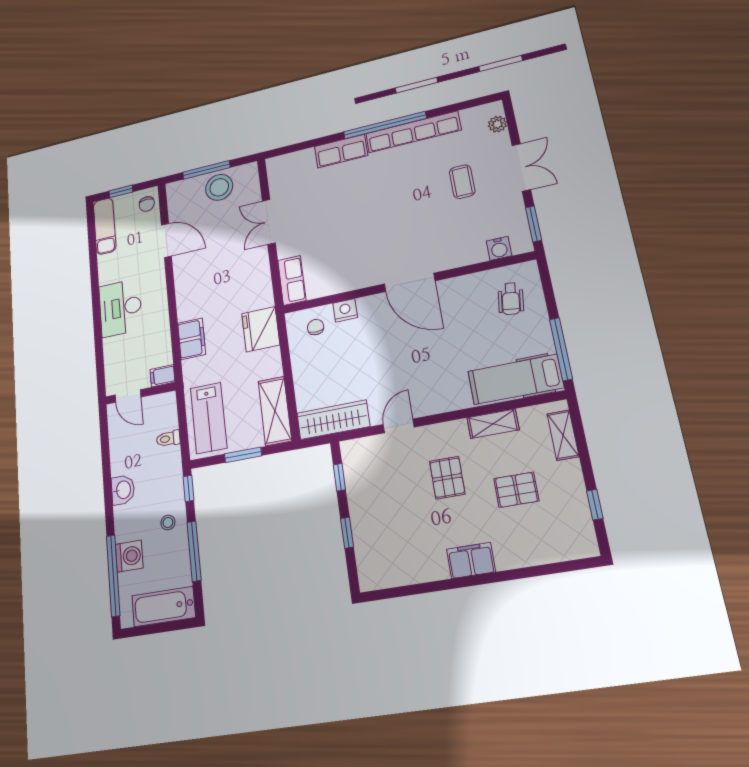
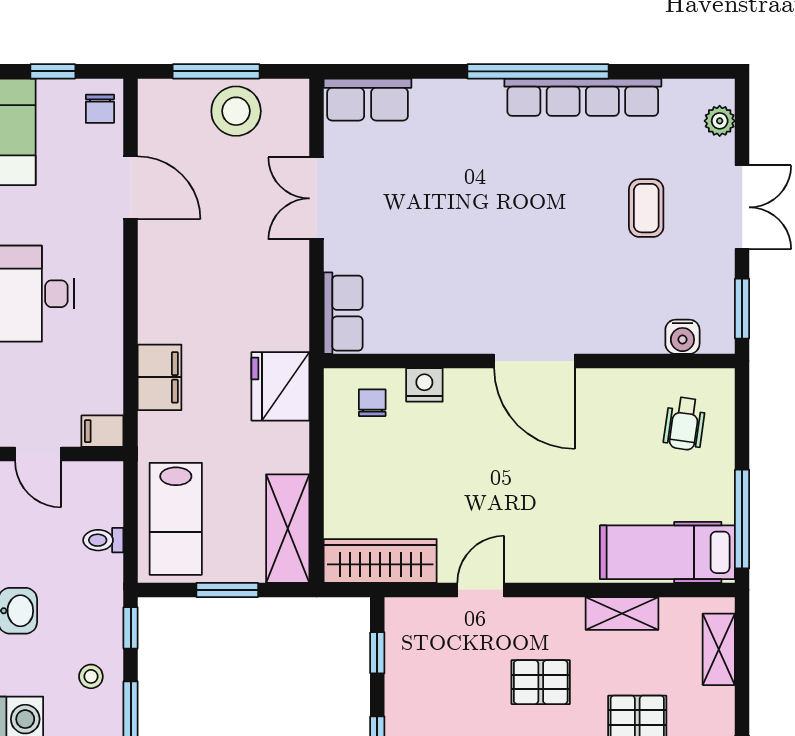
row of seats: (341, 151) -> (368, 100), moved
pallet: (447, 478) -> (541, 682), turned 90

